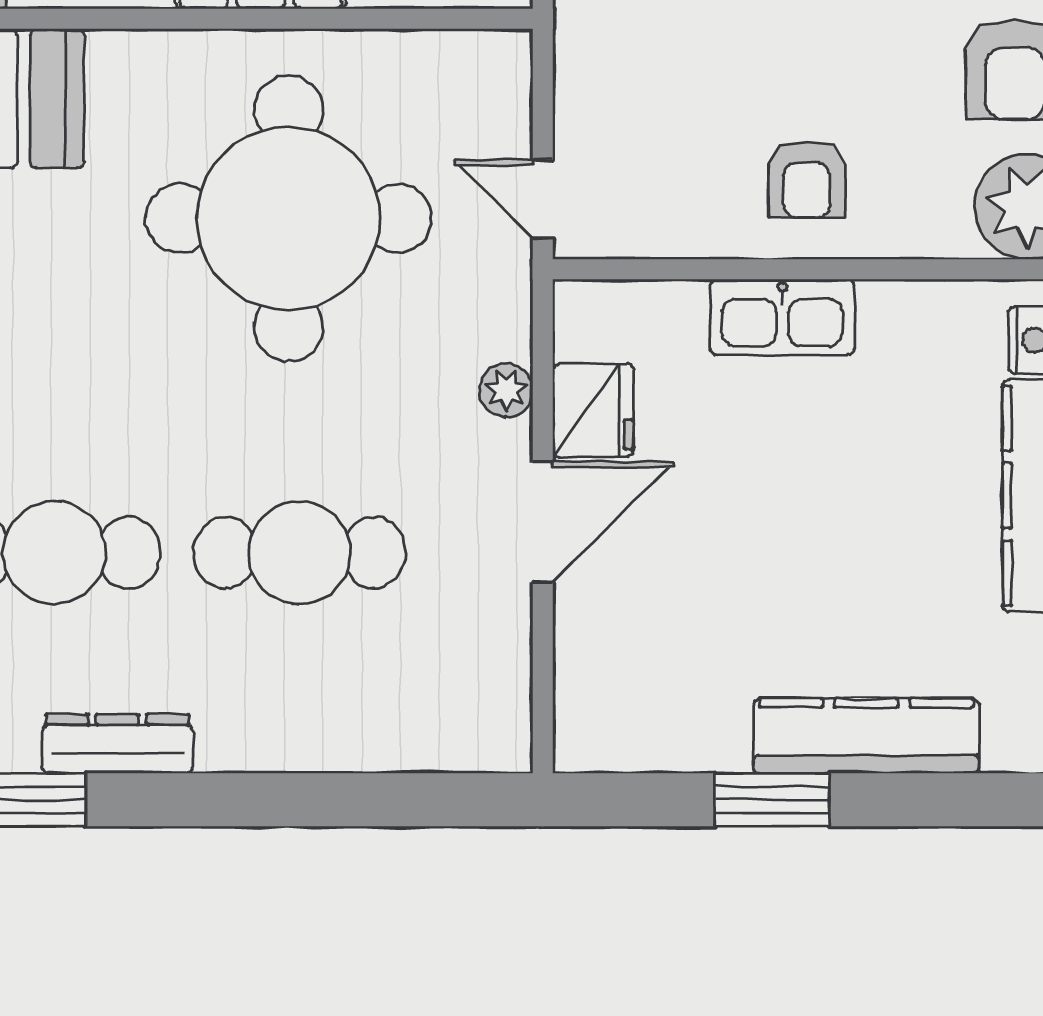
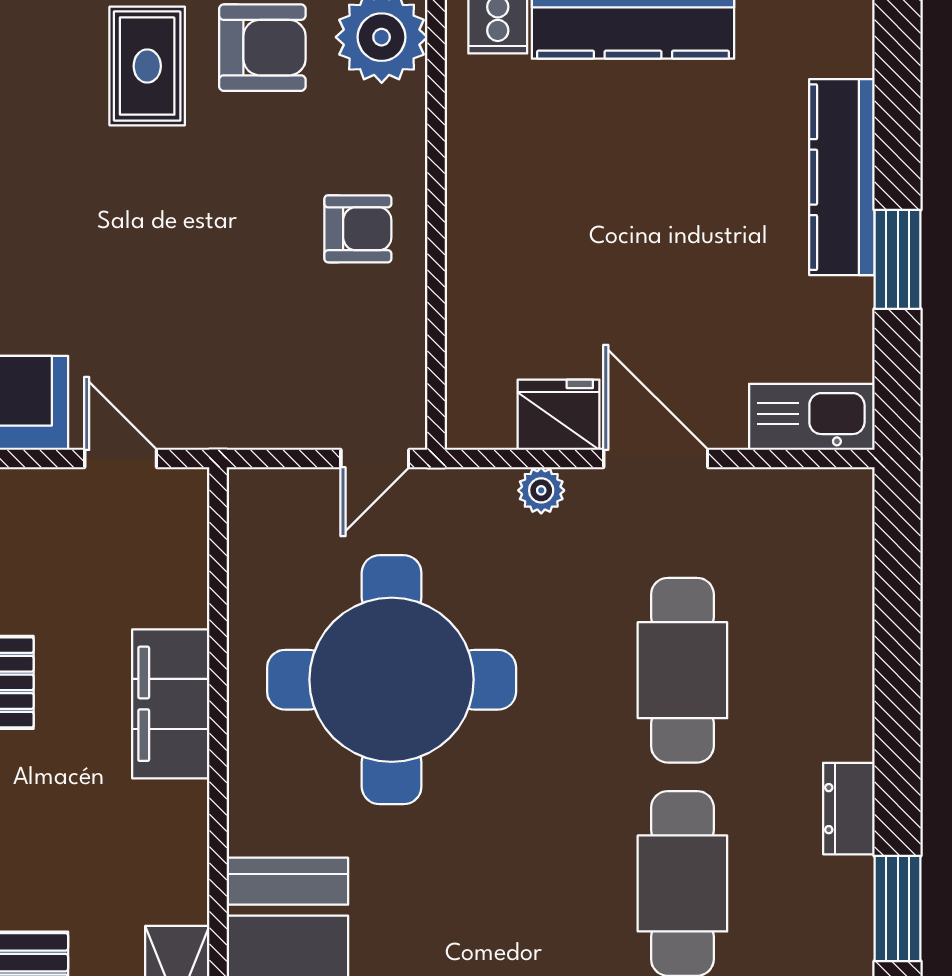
kitchen sink: (782, 317) -> (812, 417), moved, turned -90
dresser: (117, 744) -> (849, 809), width x0.70

